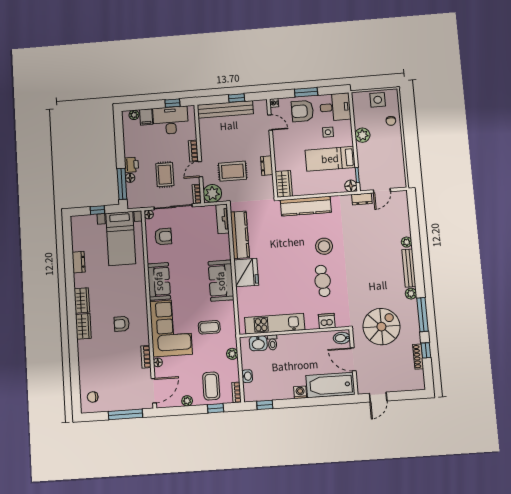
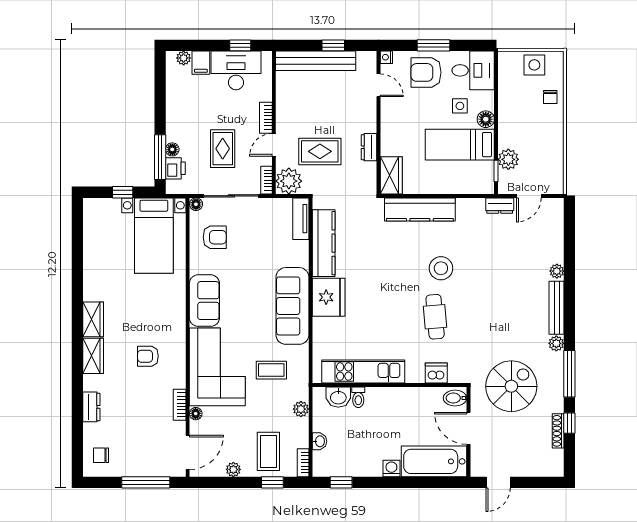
plant: (362, 135) -> (508, 159), moved
printer: (131, 165) -> (175, 168), moved
floor lamp: (351, 186) -> (486, 119), moved
dresser: (79, 262) -> (91, 407), moved
sofa: (221, 281) -> (292, 306), width x1.36

